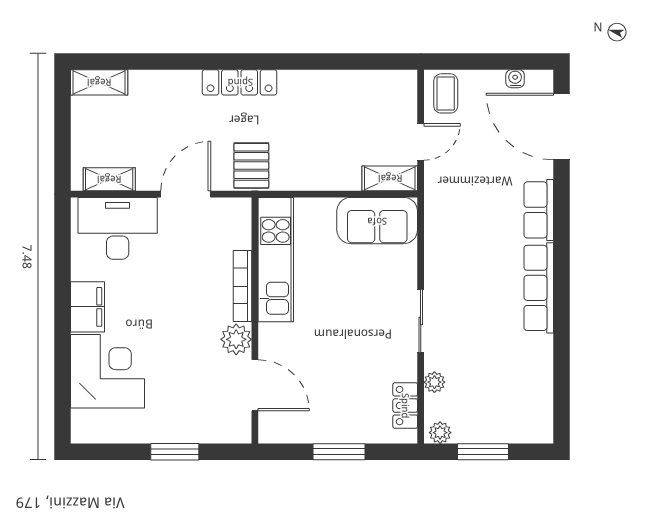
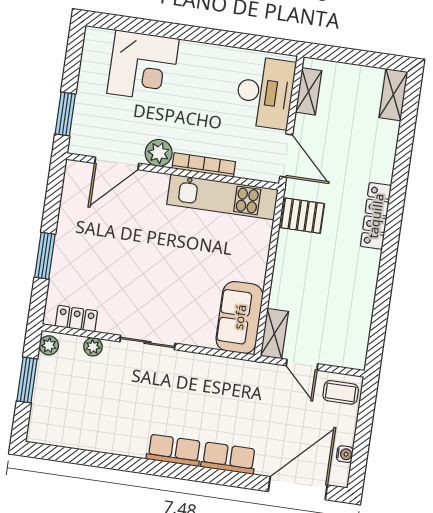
kitchen unit: (276, 260) -> (223, 197), moved
bookcase: (243, 286) -> (204, 165), moved
row of seats: (539, 288) -> (174, 450), width x0.68
filing cabinet: (87, 307) -> (201, 57), removed
wall: (255, 320) -> (173, 171), moved
plant: (236, 339) -> (159, 153), moved
door: (255, 385) -> (117, 163), moved

